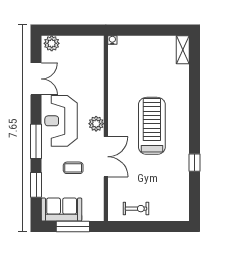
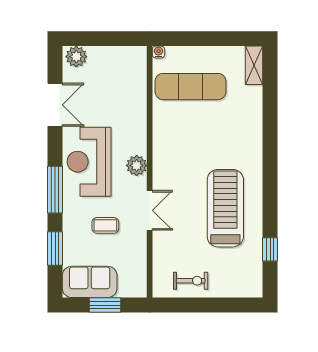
exercise mat: (136, 65) -> (191, 87), added
treadmill: (152, 126) -> (225, 208), moved
double door: (106, 157) -> (150, 210), width x0.73
window: (195, 163) -> (270, 249), moved
window: (73, 227) -> (105, 305), width x0.69

